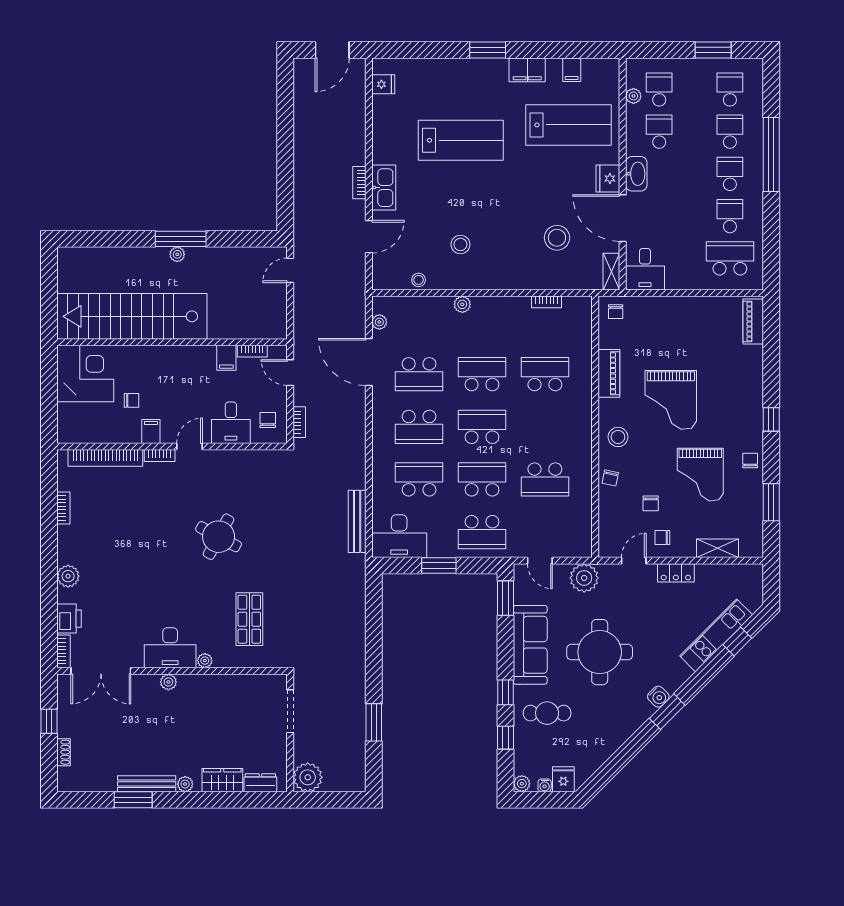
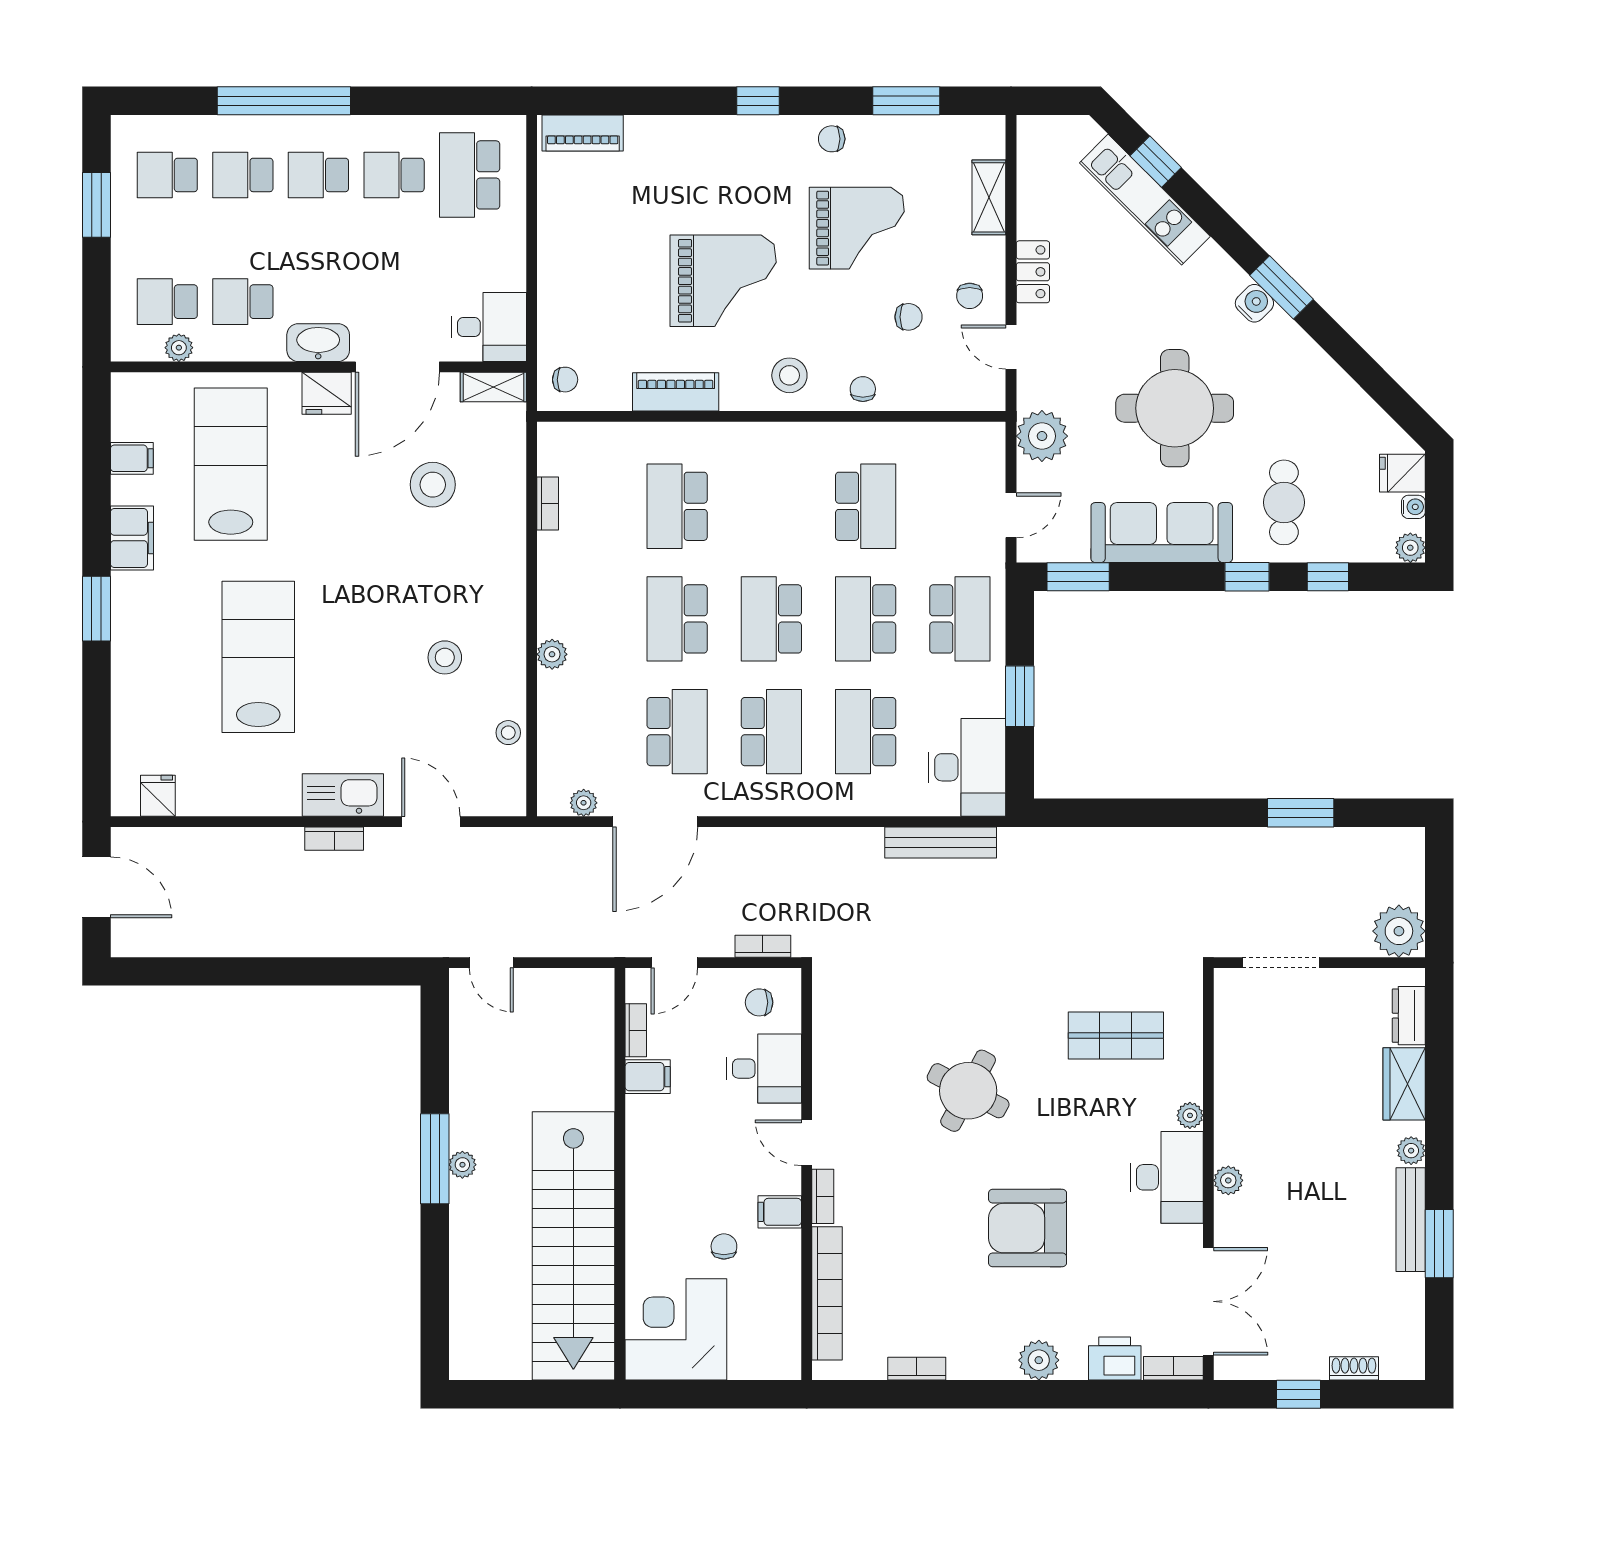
chair: (610, 478) -> (863, 389), turned -102
armchair: (142, 570) -> (1028, 1228), added

